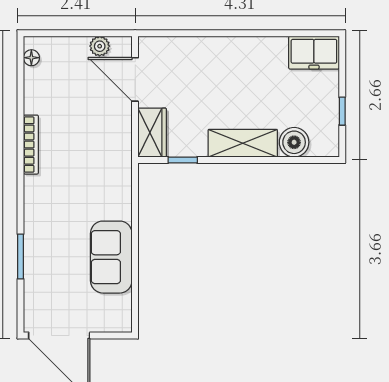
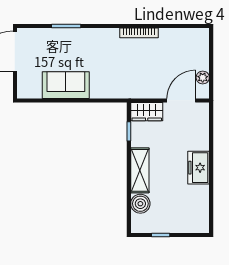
freezer: (314, 53) -> (199, 168), moved
floor lamp: (31, 58) -> (195, 33), removed

